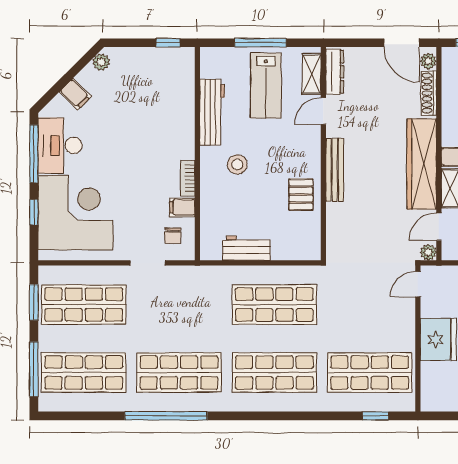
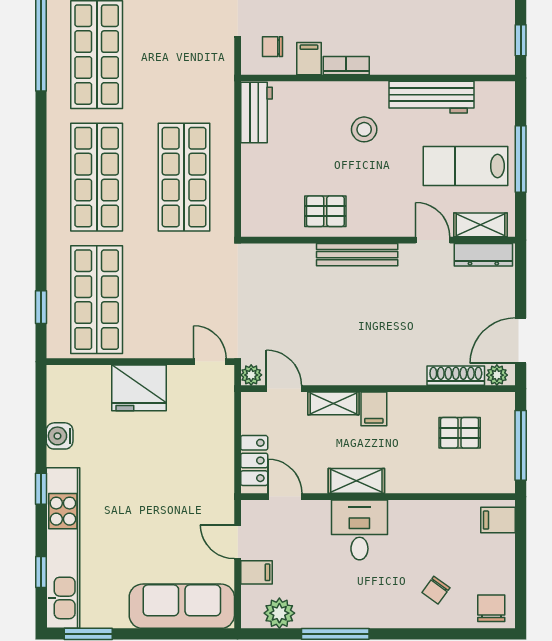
wardrobe: (422, 164) -> (365, 366), removed
workbench: (246, 248) -> (256, 113), moved

